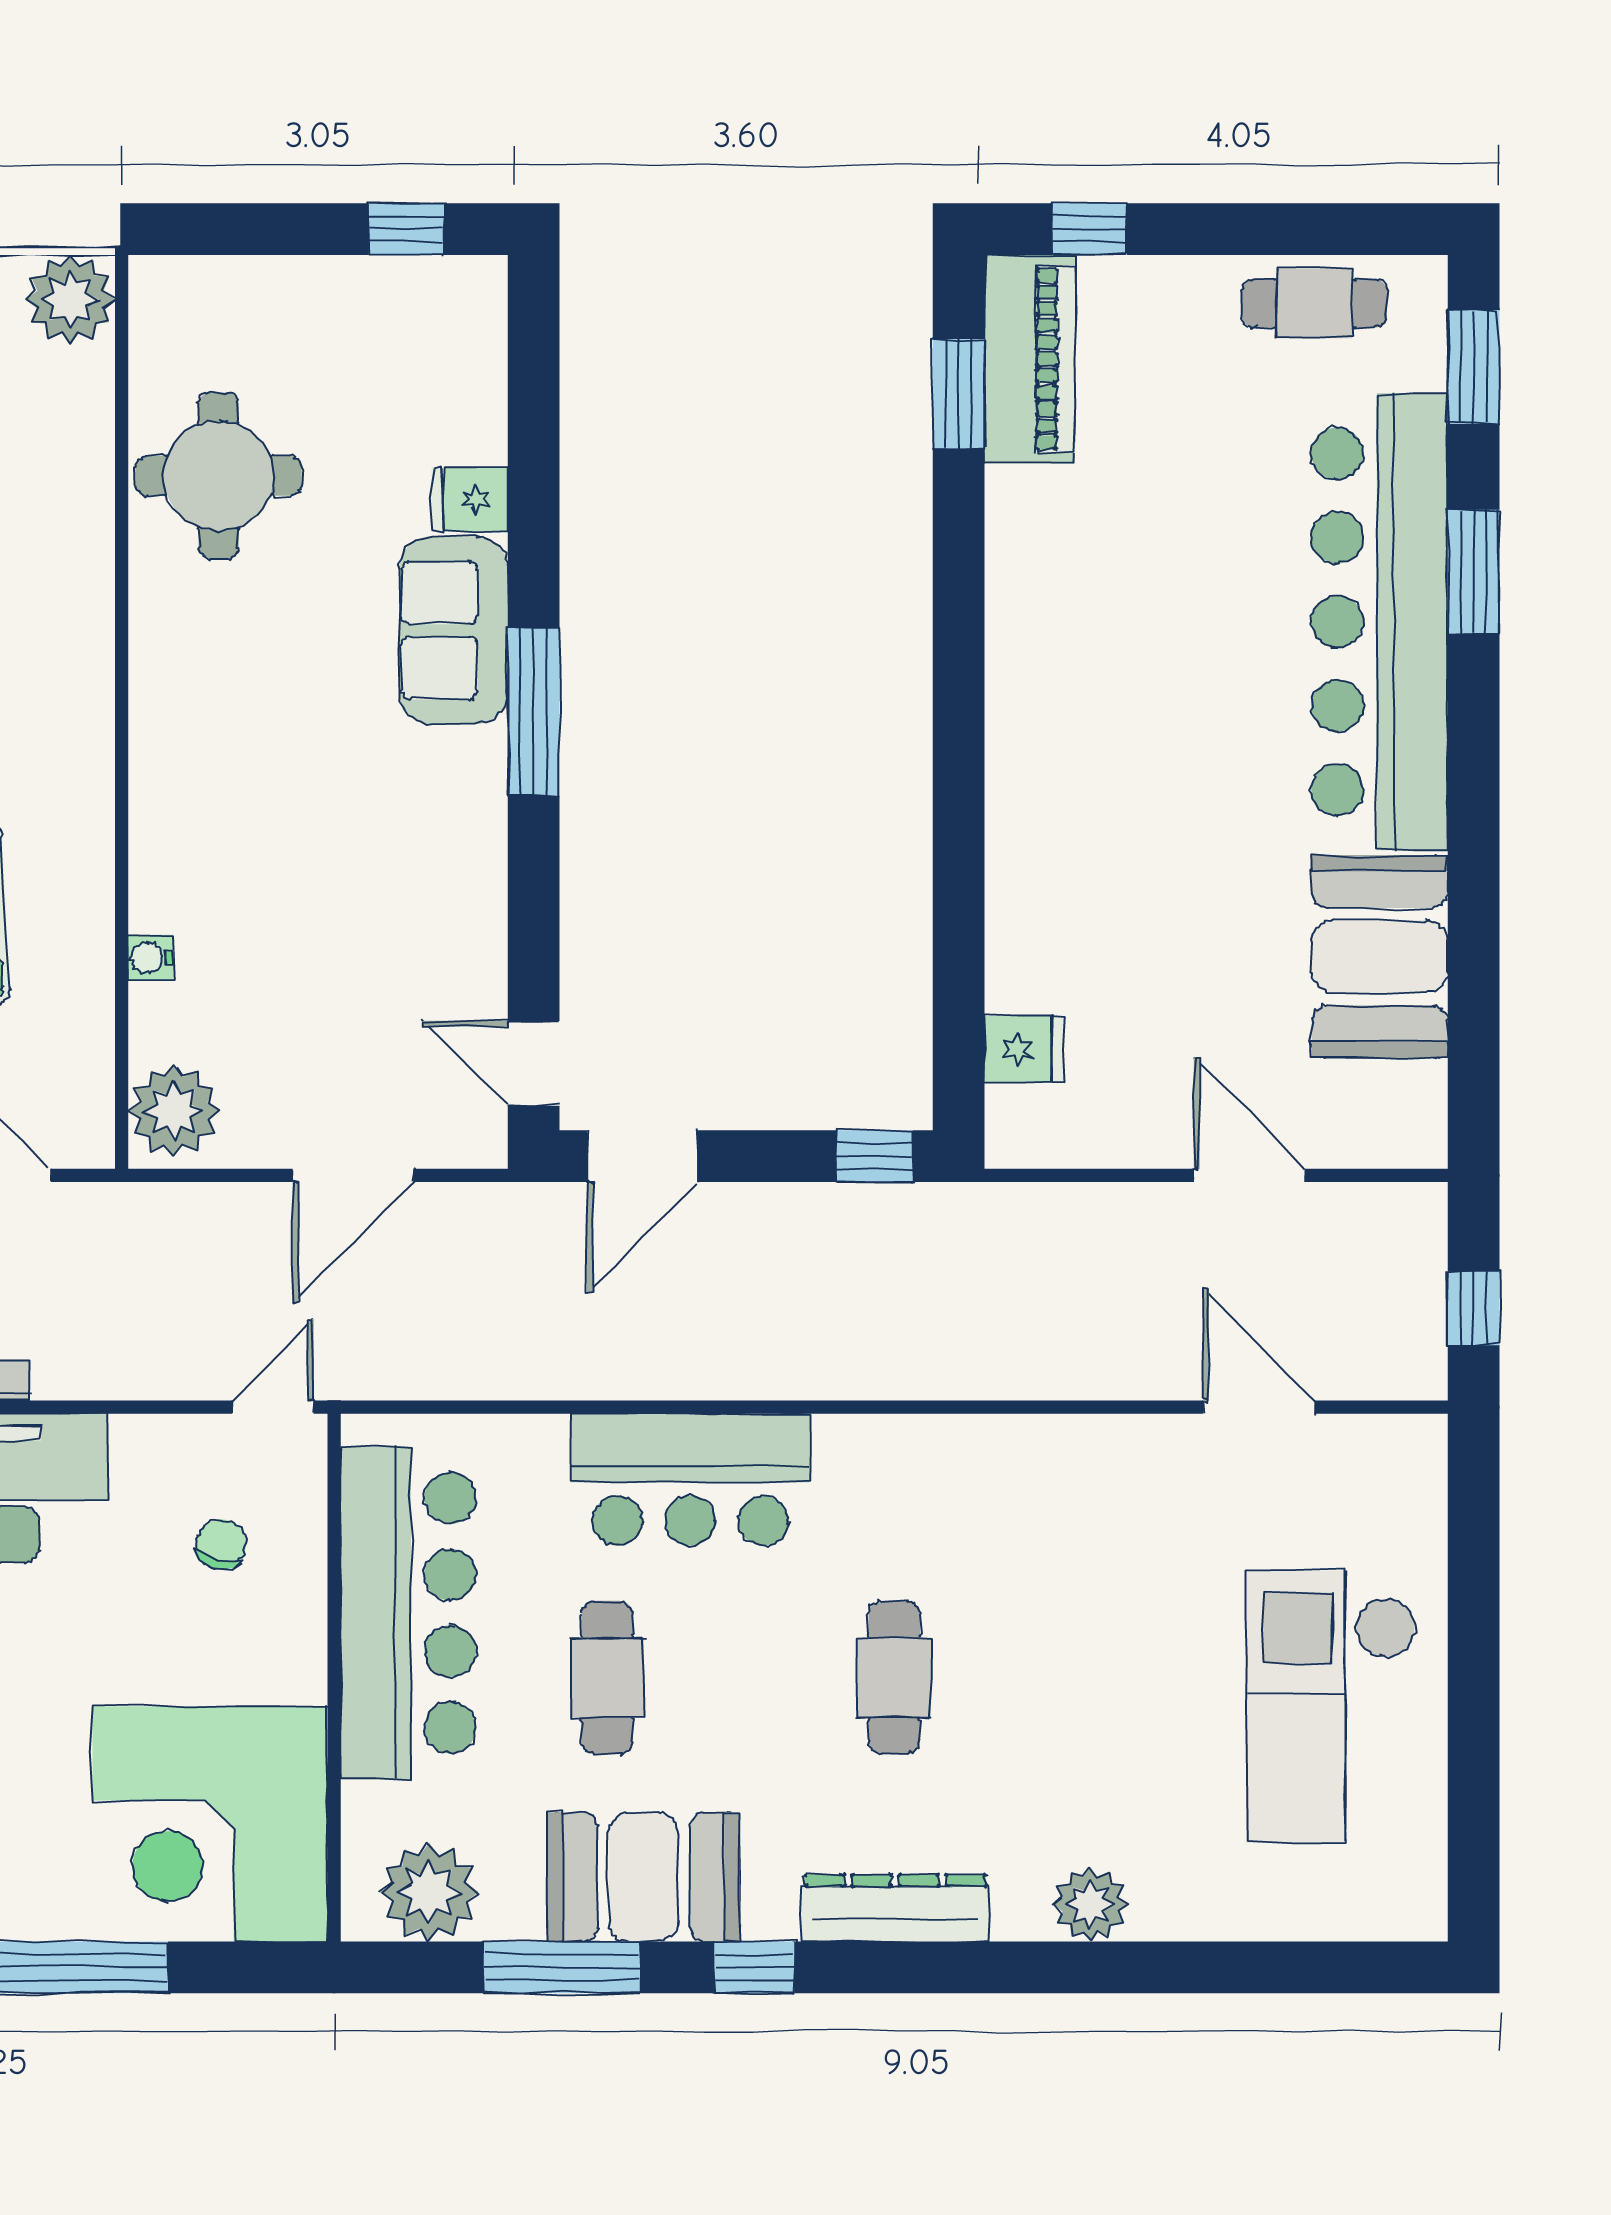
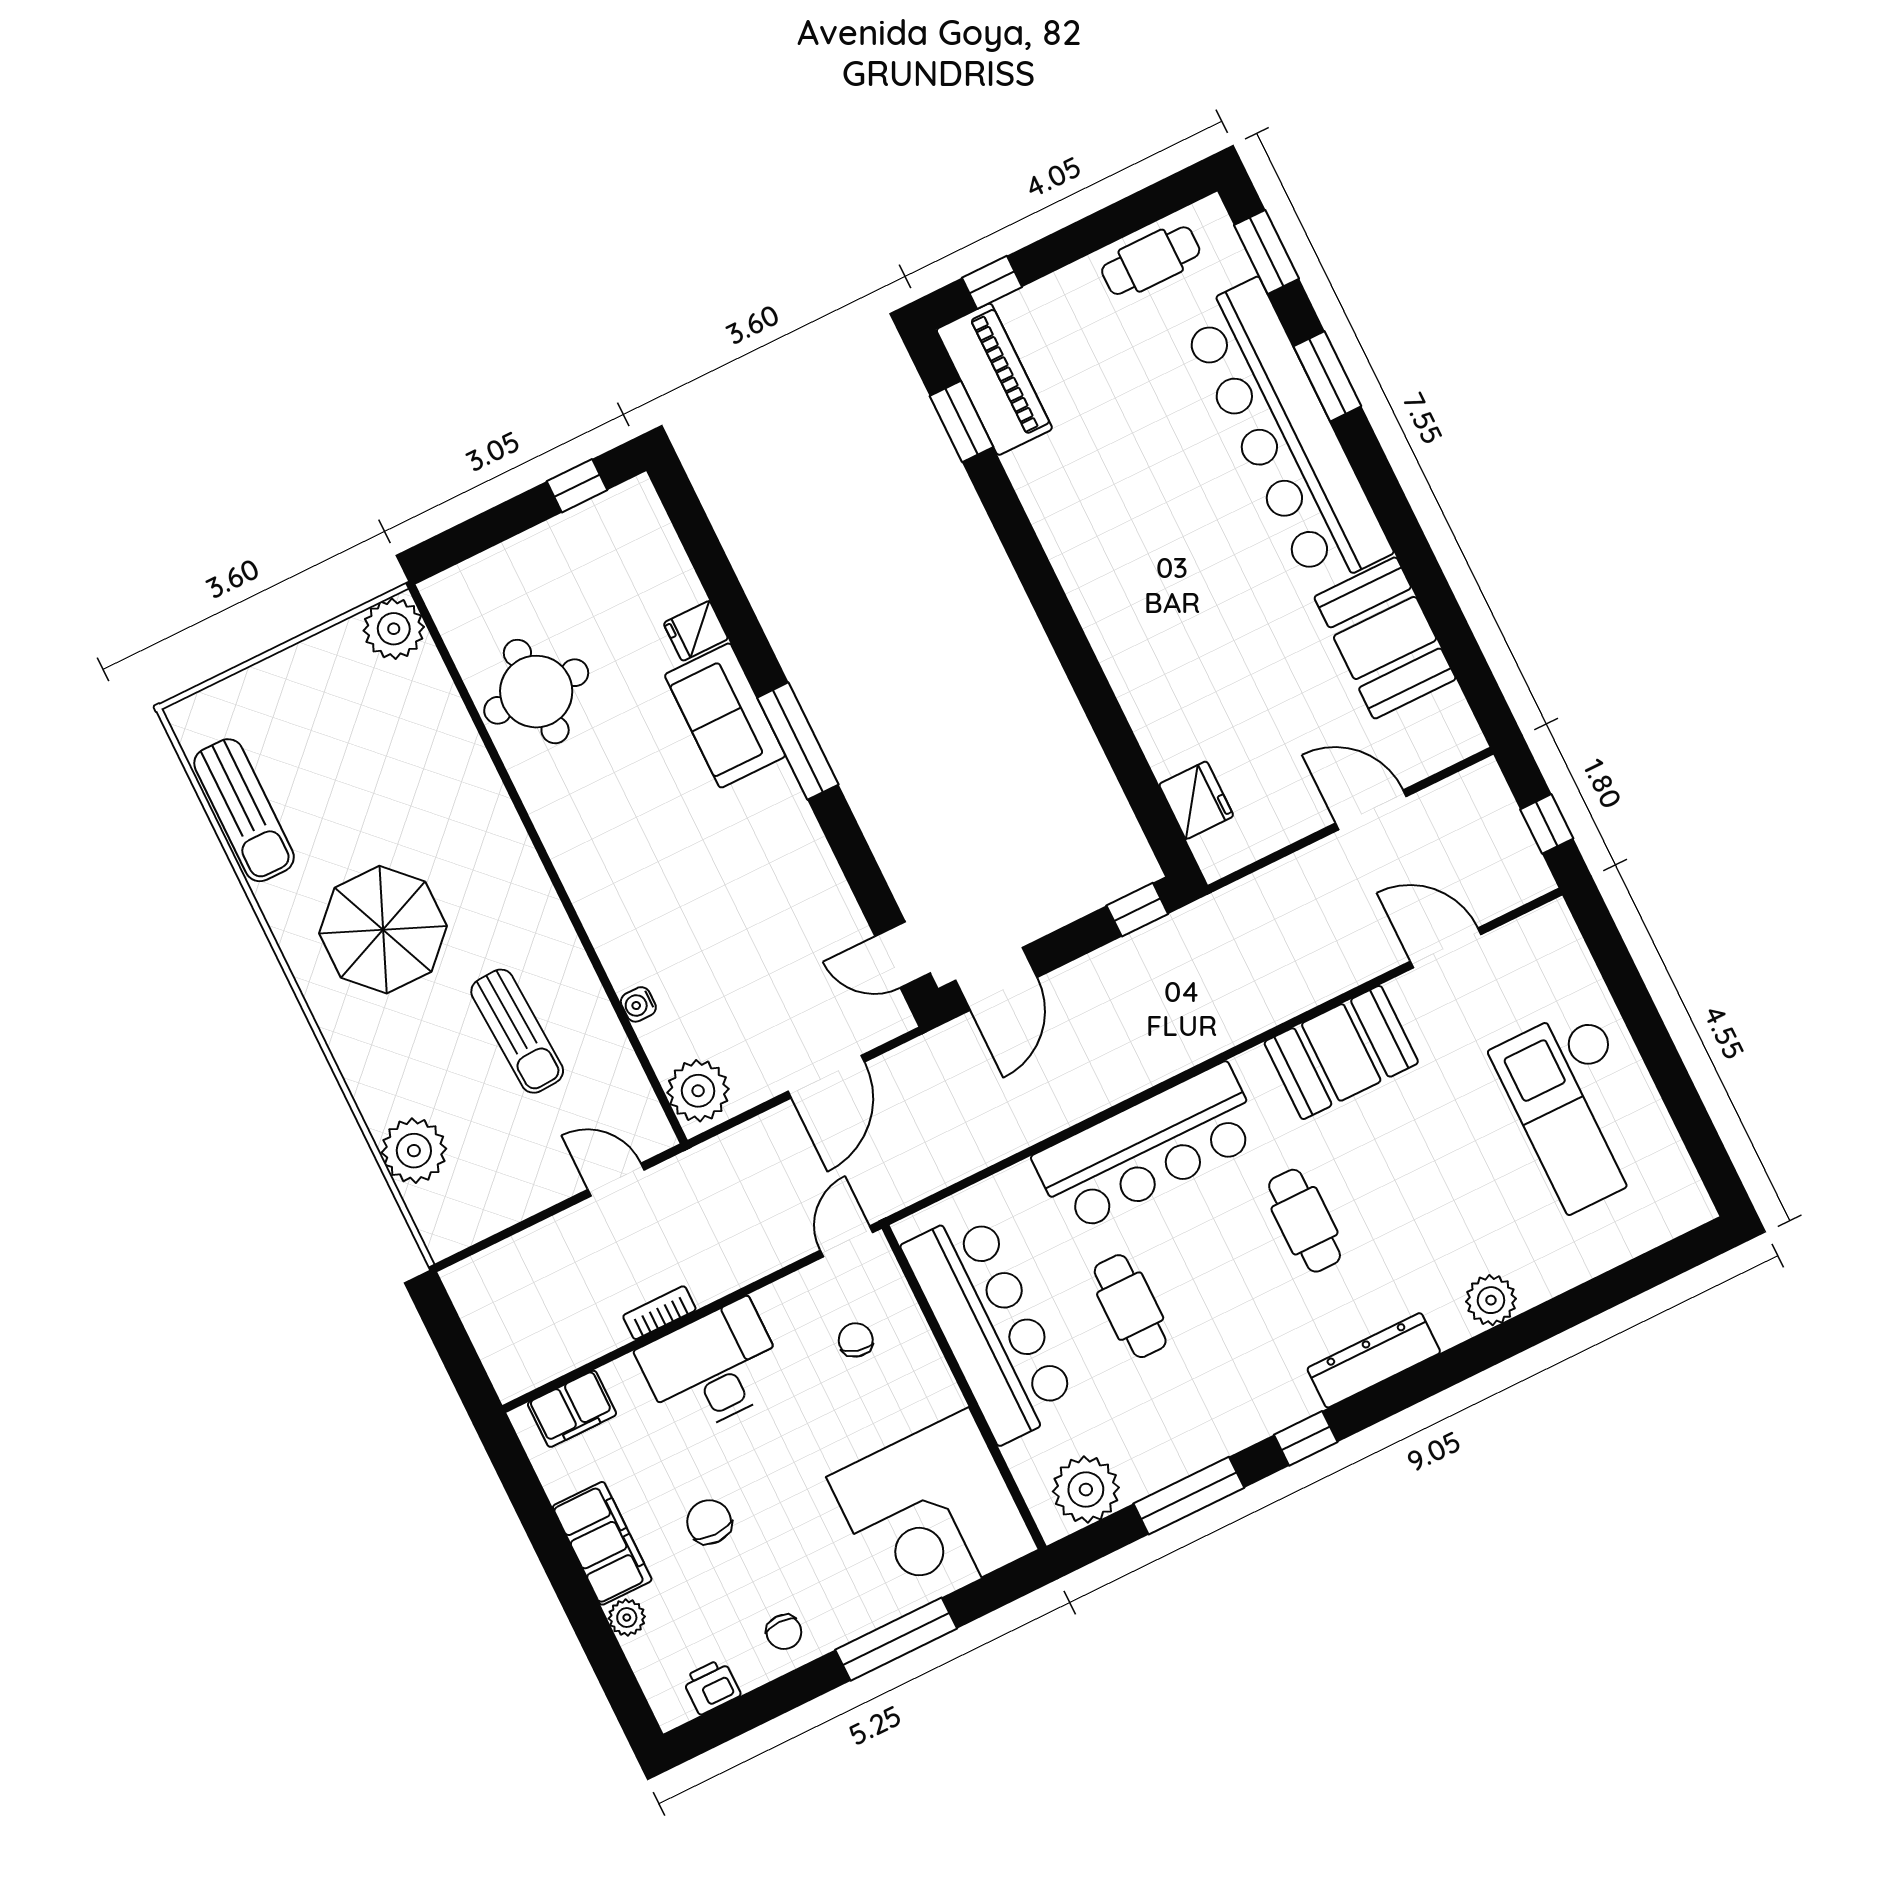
fridge: (1024, 1049) -> (1196, 800), width x1.38
bar counter: (690, 1480) -> (1148, 1148), width x1.36
booth: (643, 1877) -> (1341, 1052), moved

